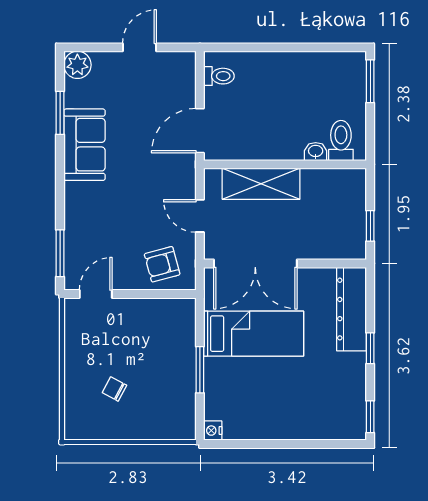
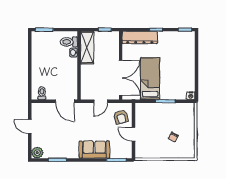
sofa: (84, 145) -> (94, 150), moved
shelving: (261, 184) -> (87, 48), moved
door: (96, 294) -> (133, 134), moved

